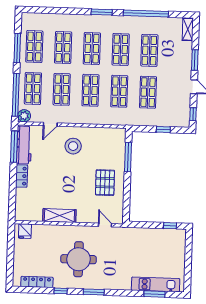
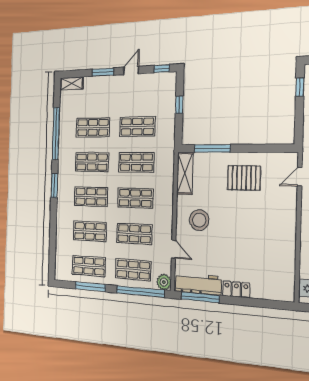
shelving: (59, 216) -> (185, 173), moved

